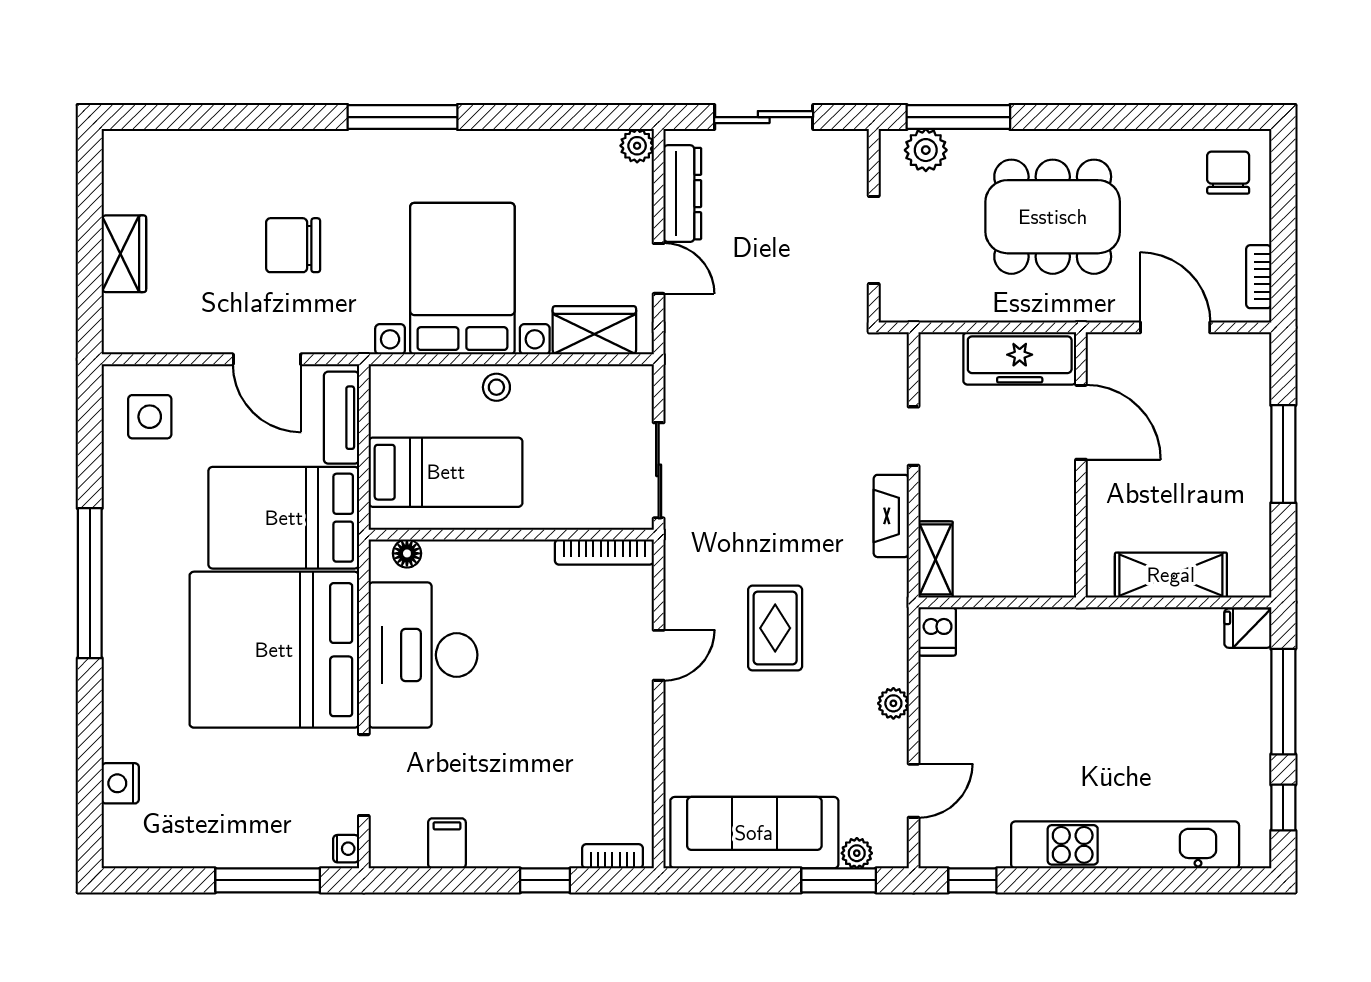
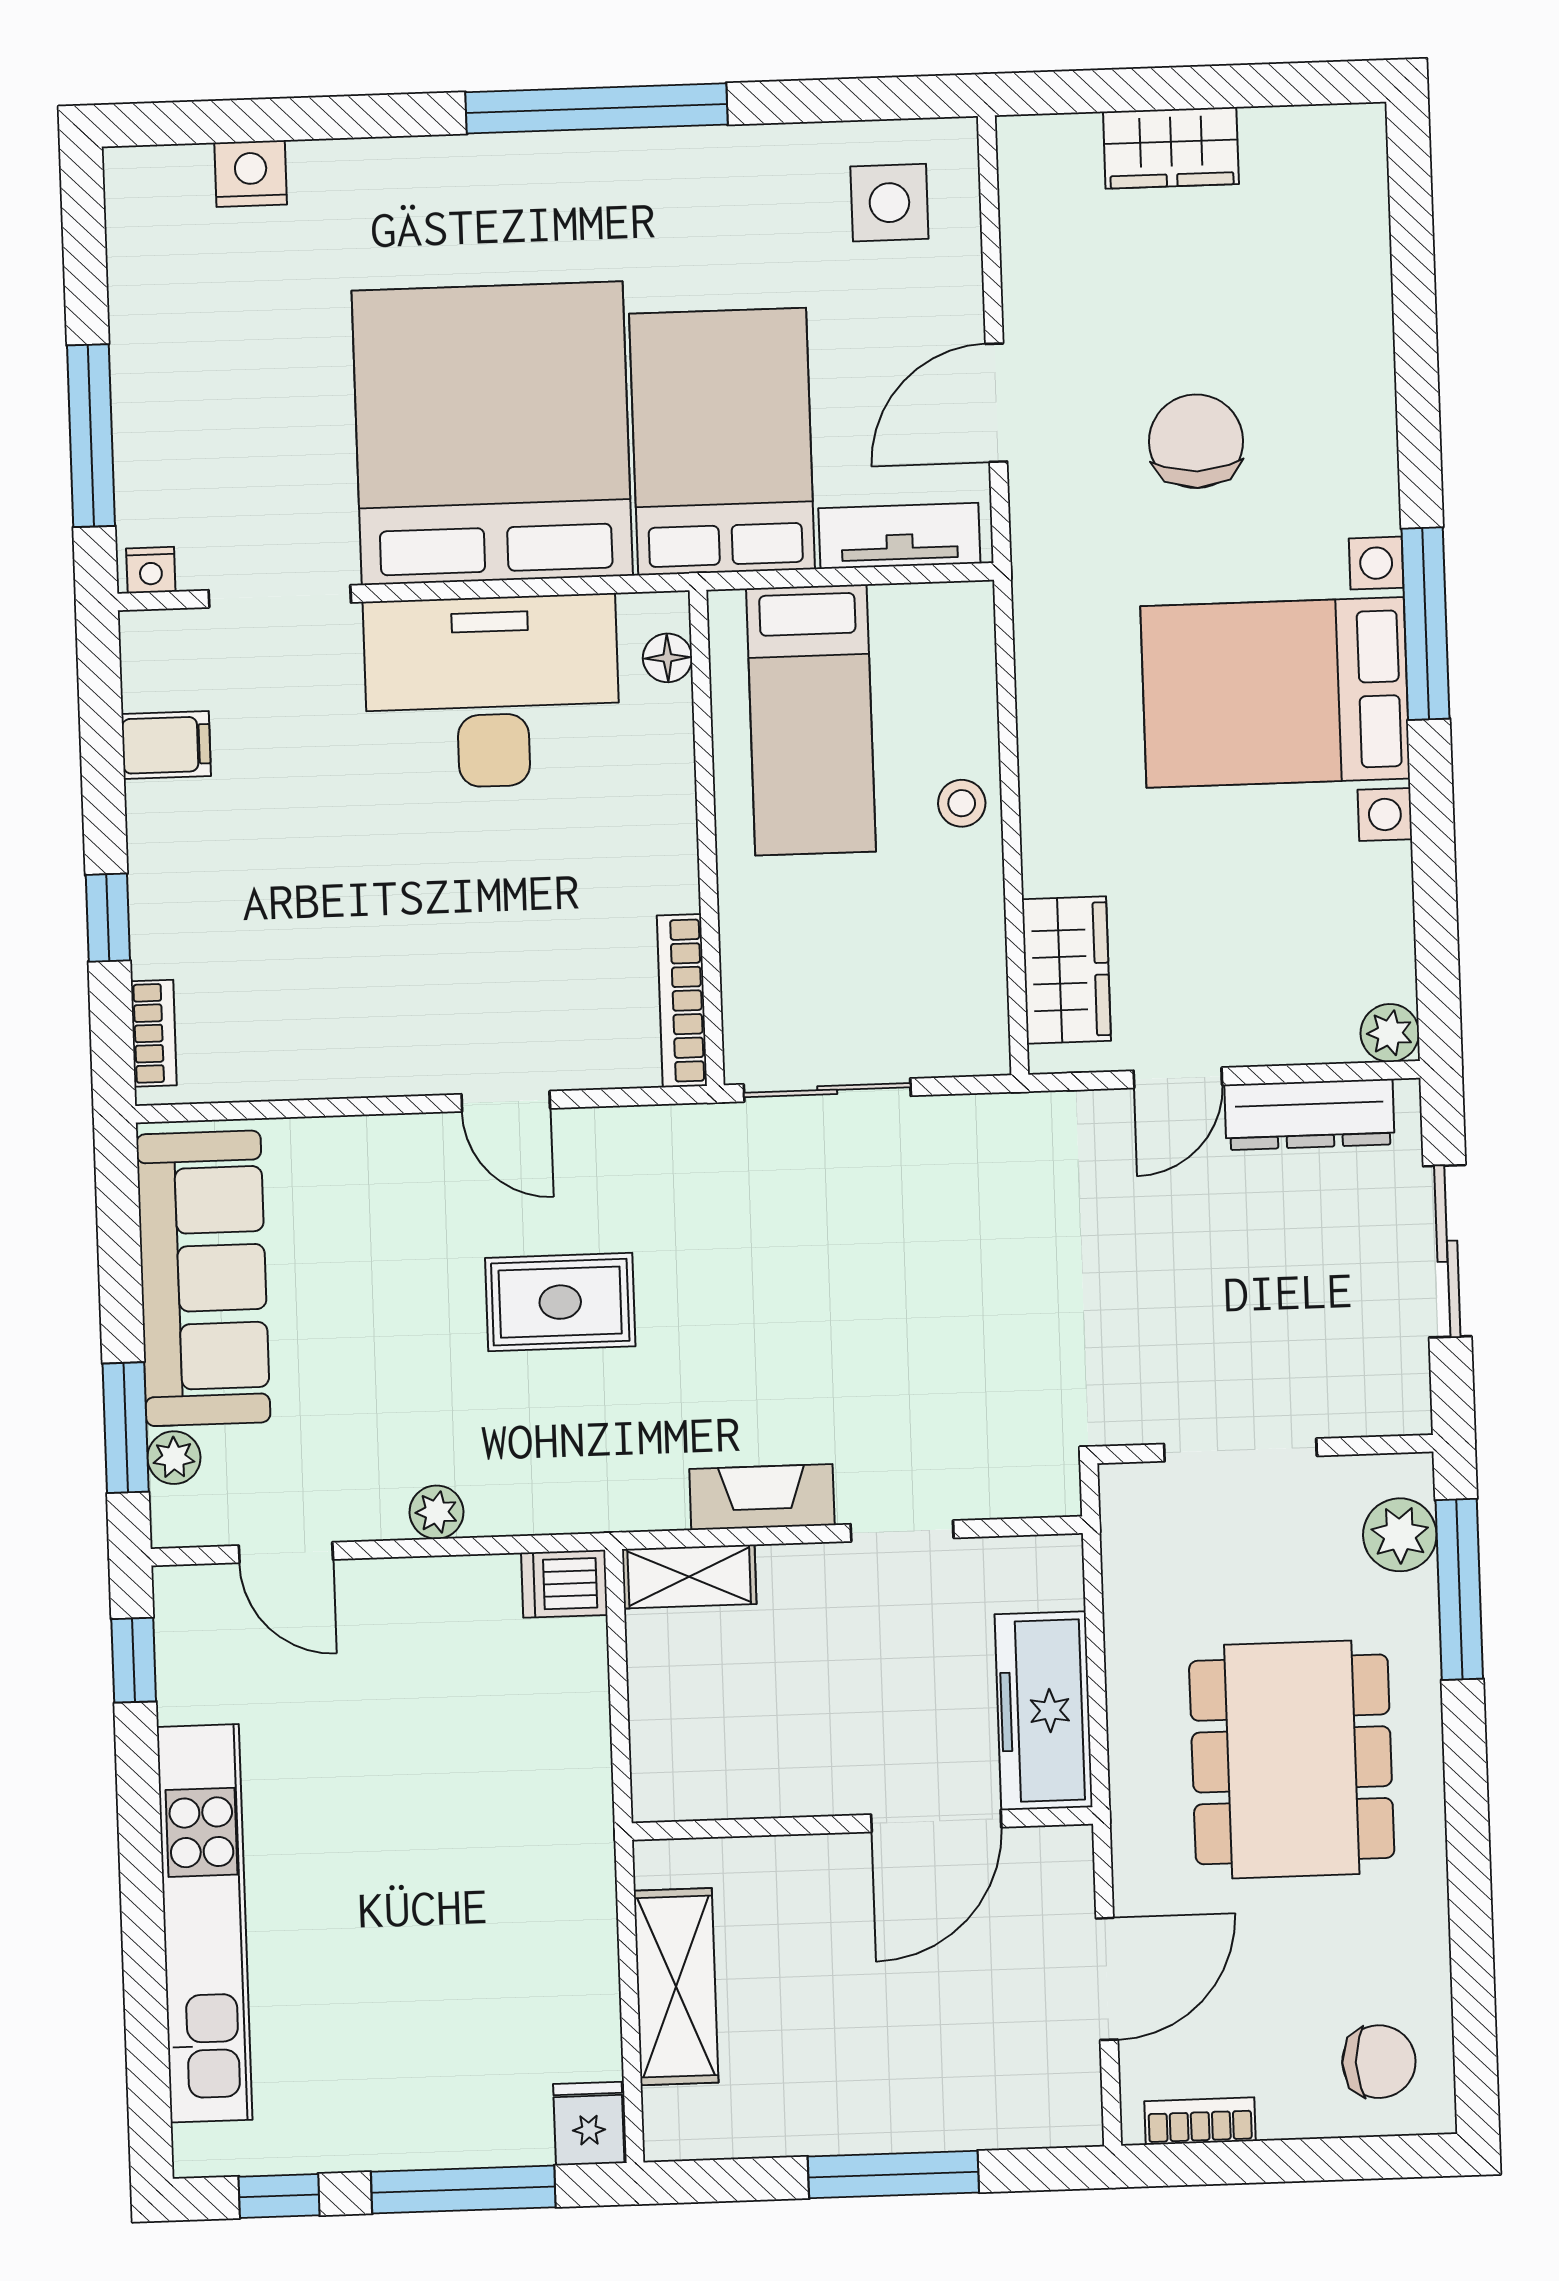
bed with nightstands: (462, 279) -> (1275, 692), moved, turned 180

